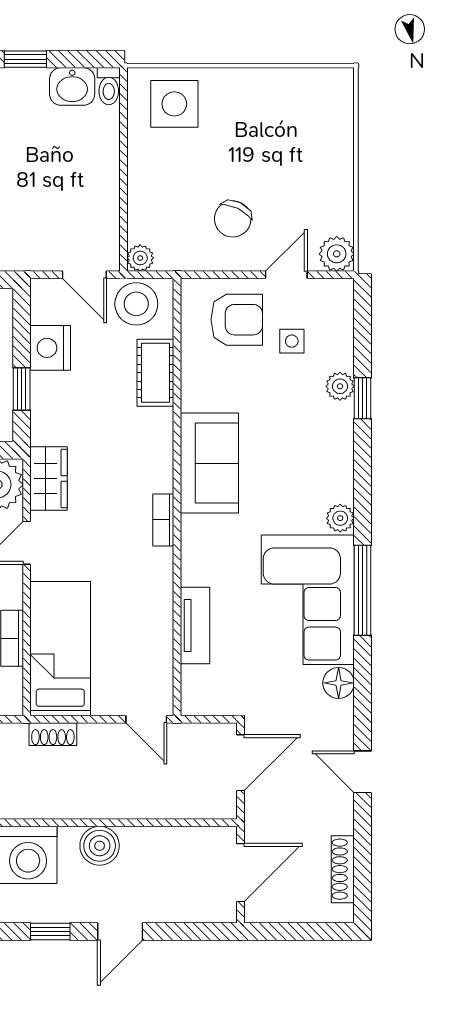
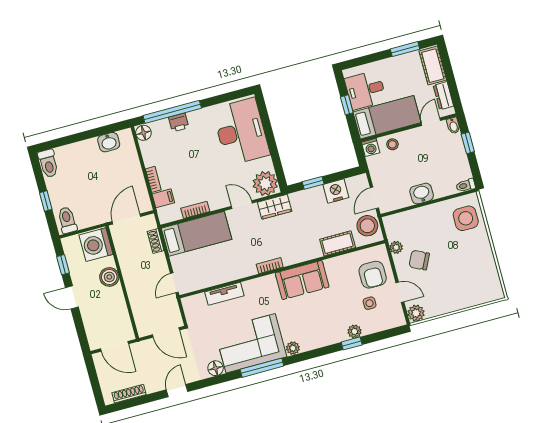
washbasin: (72, 86) -> (422, 194), moved, turned 90
plant: (140, 258) -> (396, 247), moved

